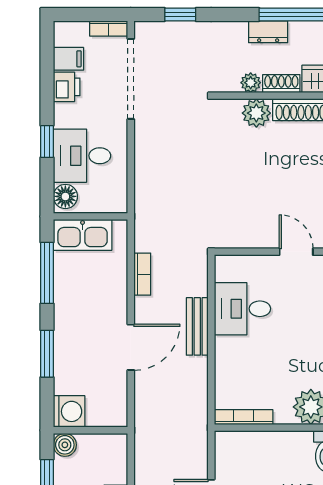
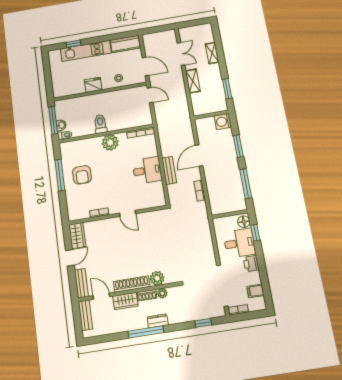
printer: (67, 87) -> (251, 263), moved
window: (47, 142) -> (255, 233), moved
kitchen sink: (83, 235) -> (232, 205), removed
desk: (242, 309) -> (147, 170), moved
boiler: (65, 445) -> (222, 106), removed

